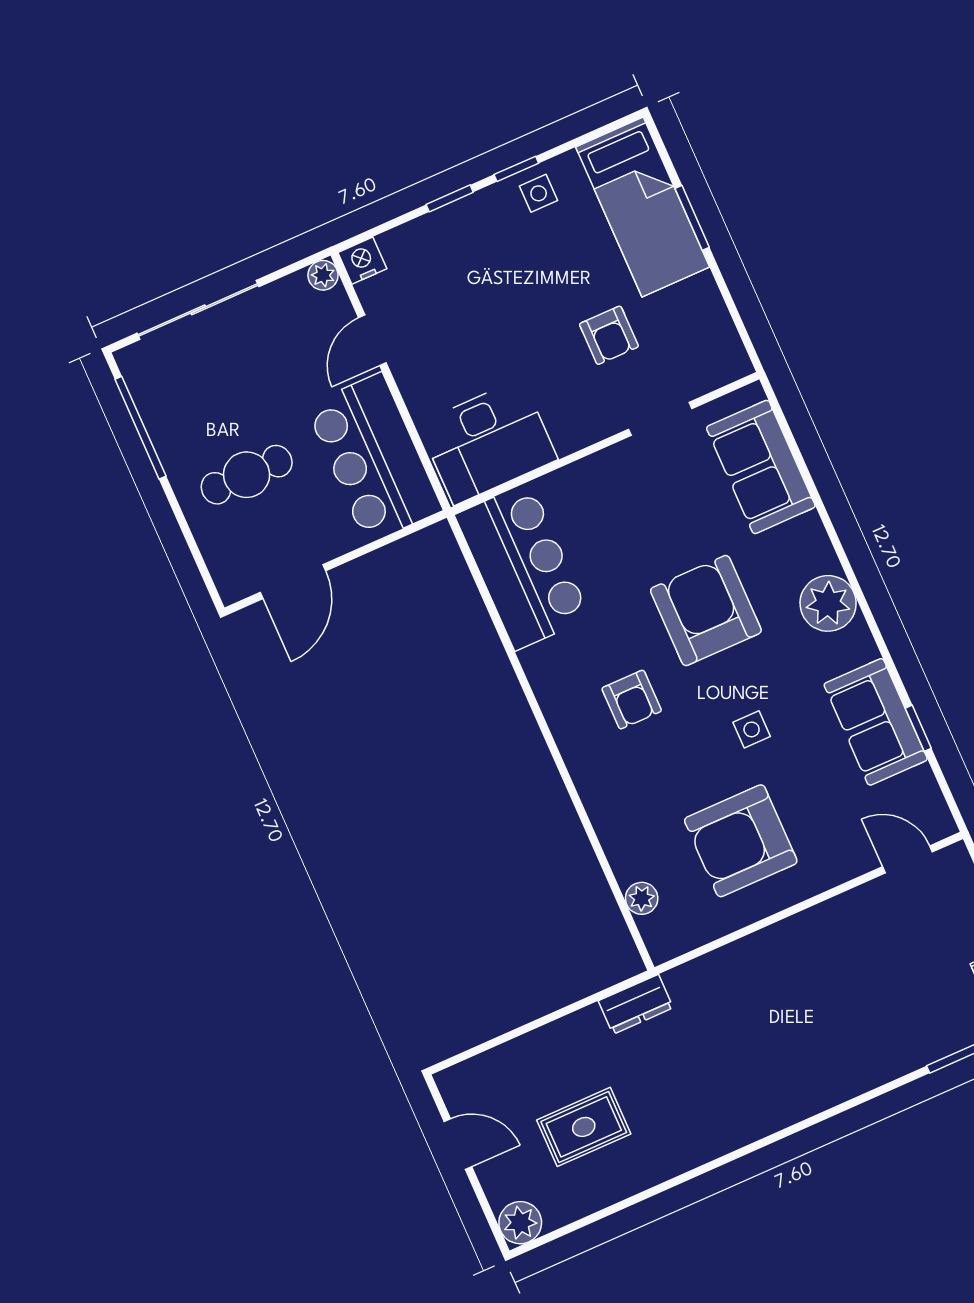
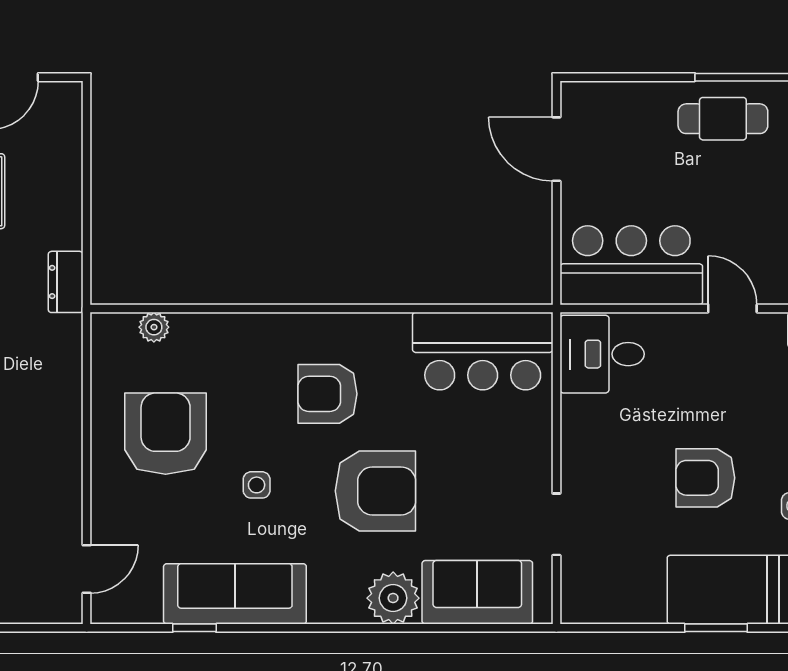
armchair: (609, 335) -> (705, 478), moved, width x1.38, depth x1.38
desk: (488, 442) -> (602, 354), width x0.73
cafe table: (247, 475) -> (723, 119), moved, turned 90
plant: (828, 603) -> (393, 598), moved
armchair: (632, 700) -> (327, 394), width x1.38, depth x1.38
sofa: (876, 722) -> (235, 594), width x1.36

